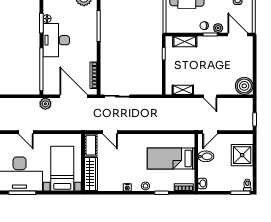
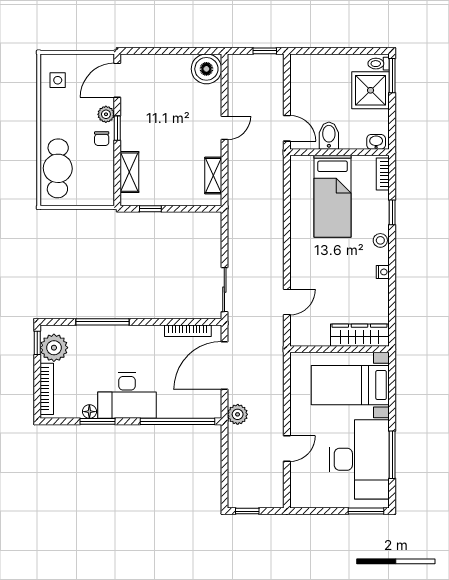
cot: (91, 145) -> (309, 336), removed
shower: (242, 155) -> (371, 90), moved

